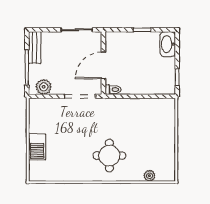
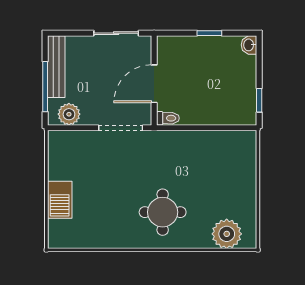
washbasin: (168, 44) -> (249, 45), width x0.52, depth x0.69
bench: (35, 48) -> (56, 67), width x1.36
plant: (149, 176) -> (227, 234), width x1.88, depth x1.88

